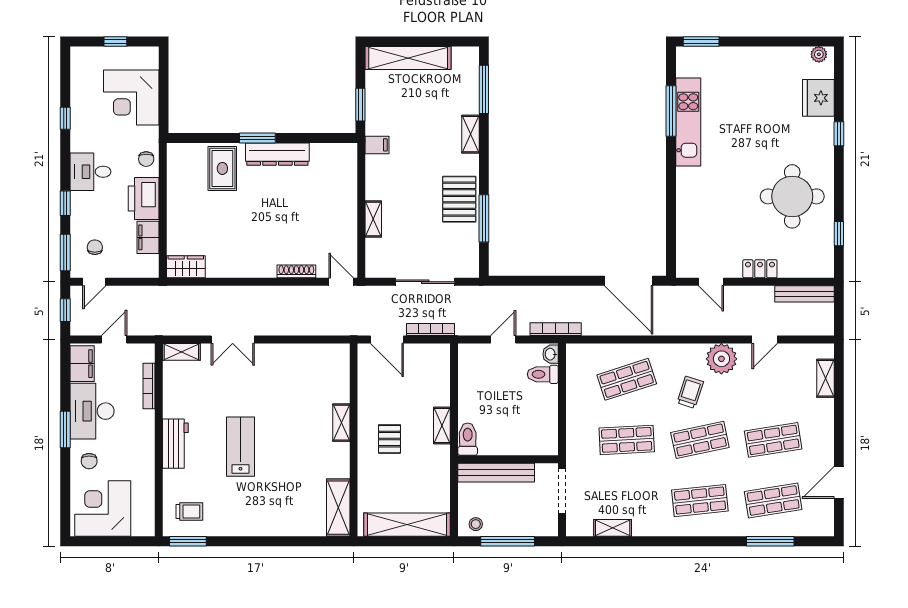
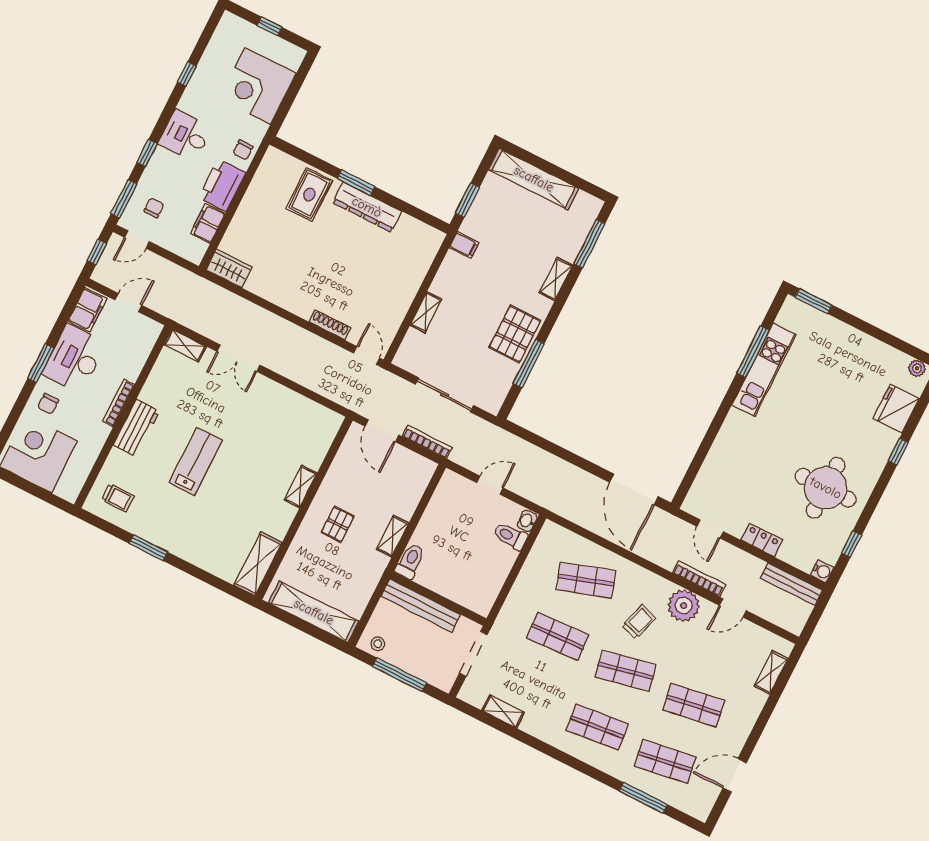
water cooler: (825, 269) -> (822, 571), added
bookcase: (556, 329) -> (699, 579), moved
bookcase: (149, 386) -> (118, 403), moved
window: (188, 541) -> (148, 548), moved

